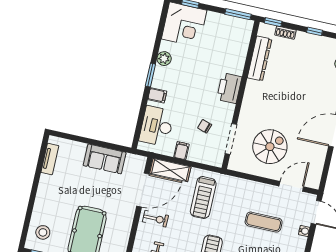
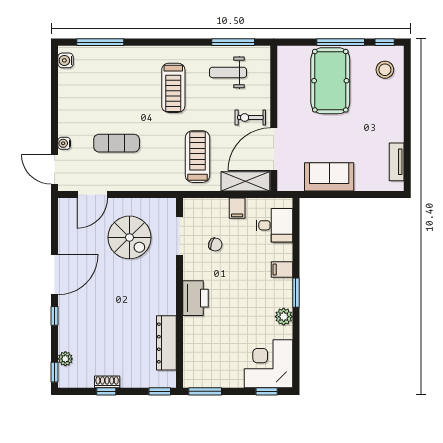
shoe rack: (285, 33) -> (107, 382), moved
desk: (157, 126) -> (274, 225), width x0.73
spiral stairs: (270, 147) -> (129, 237), turned -90

